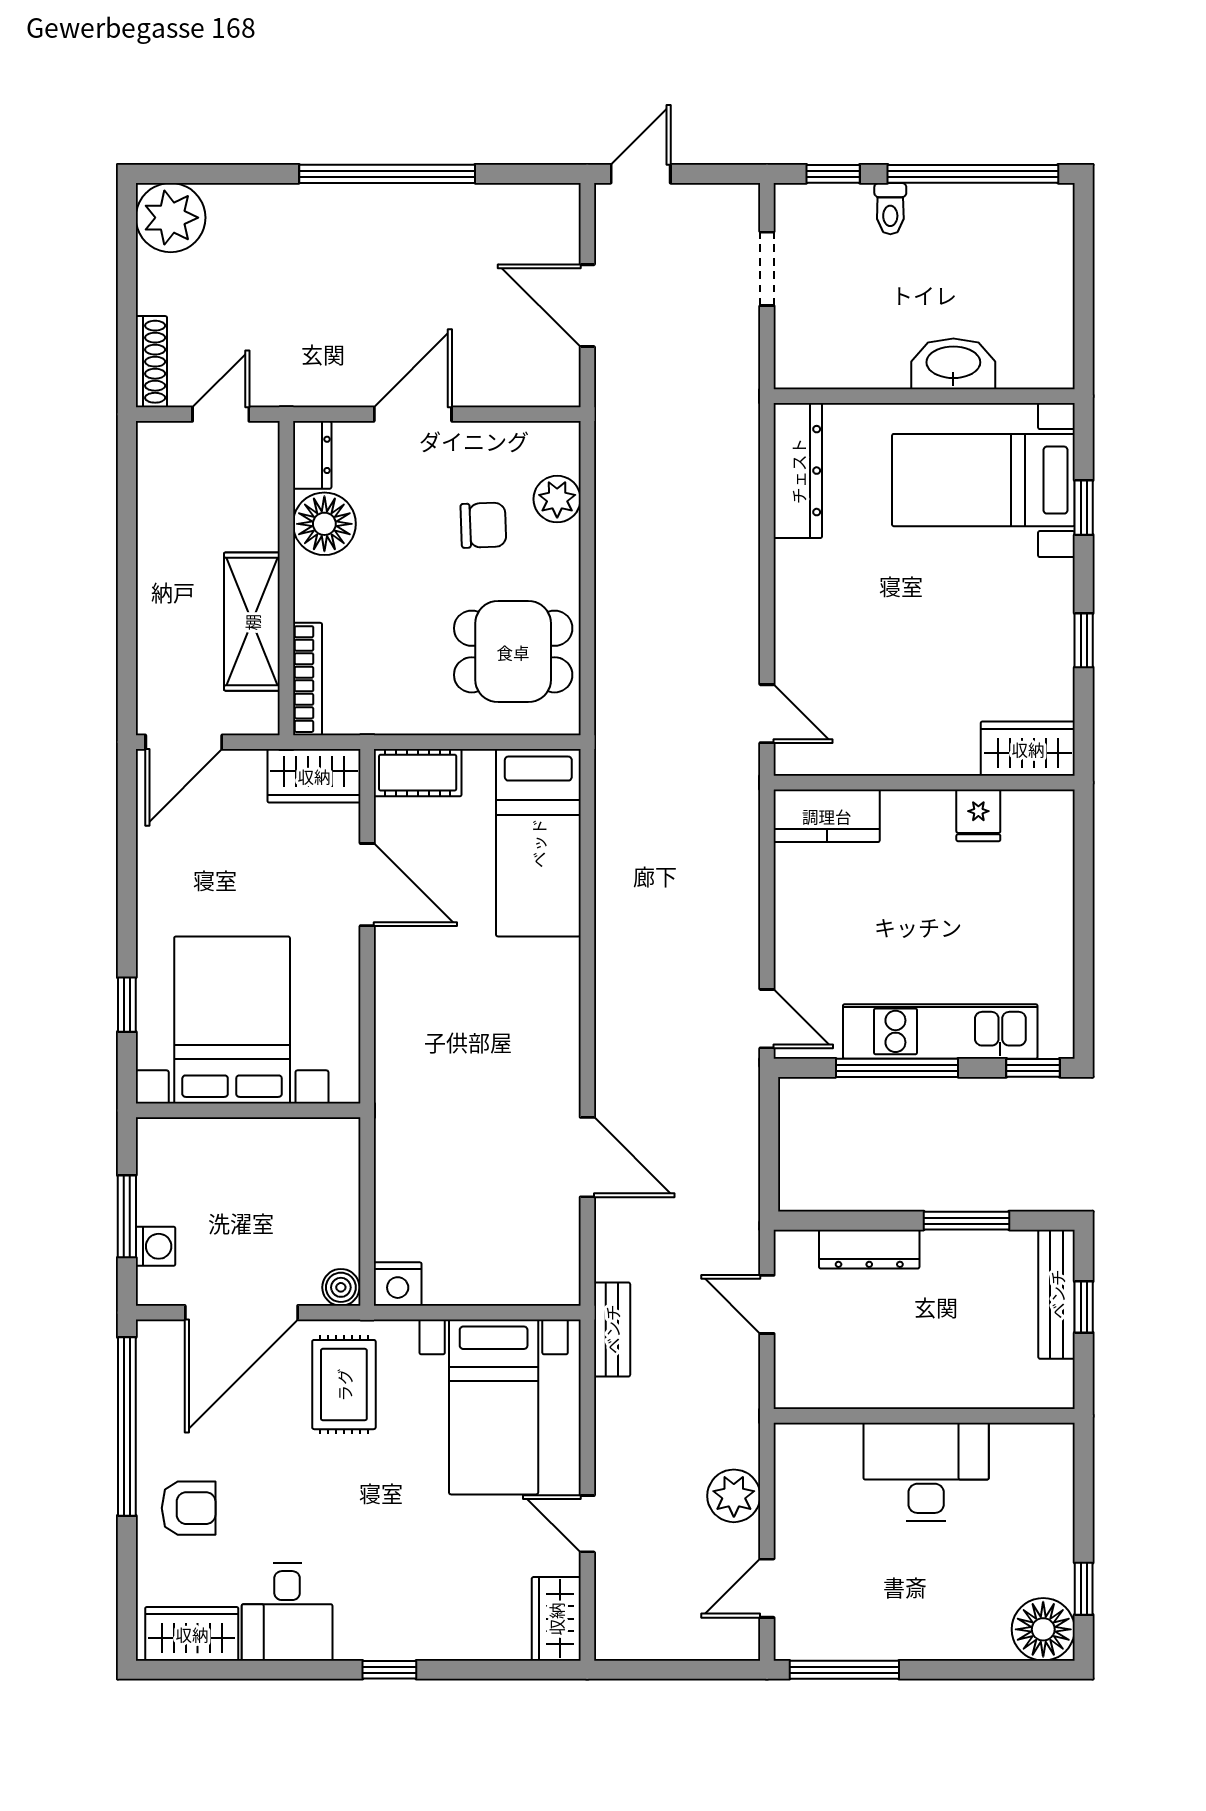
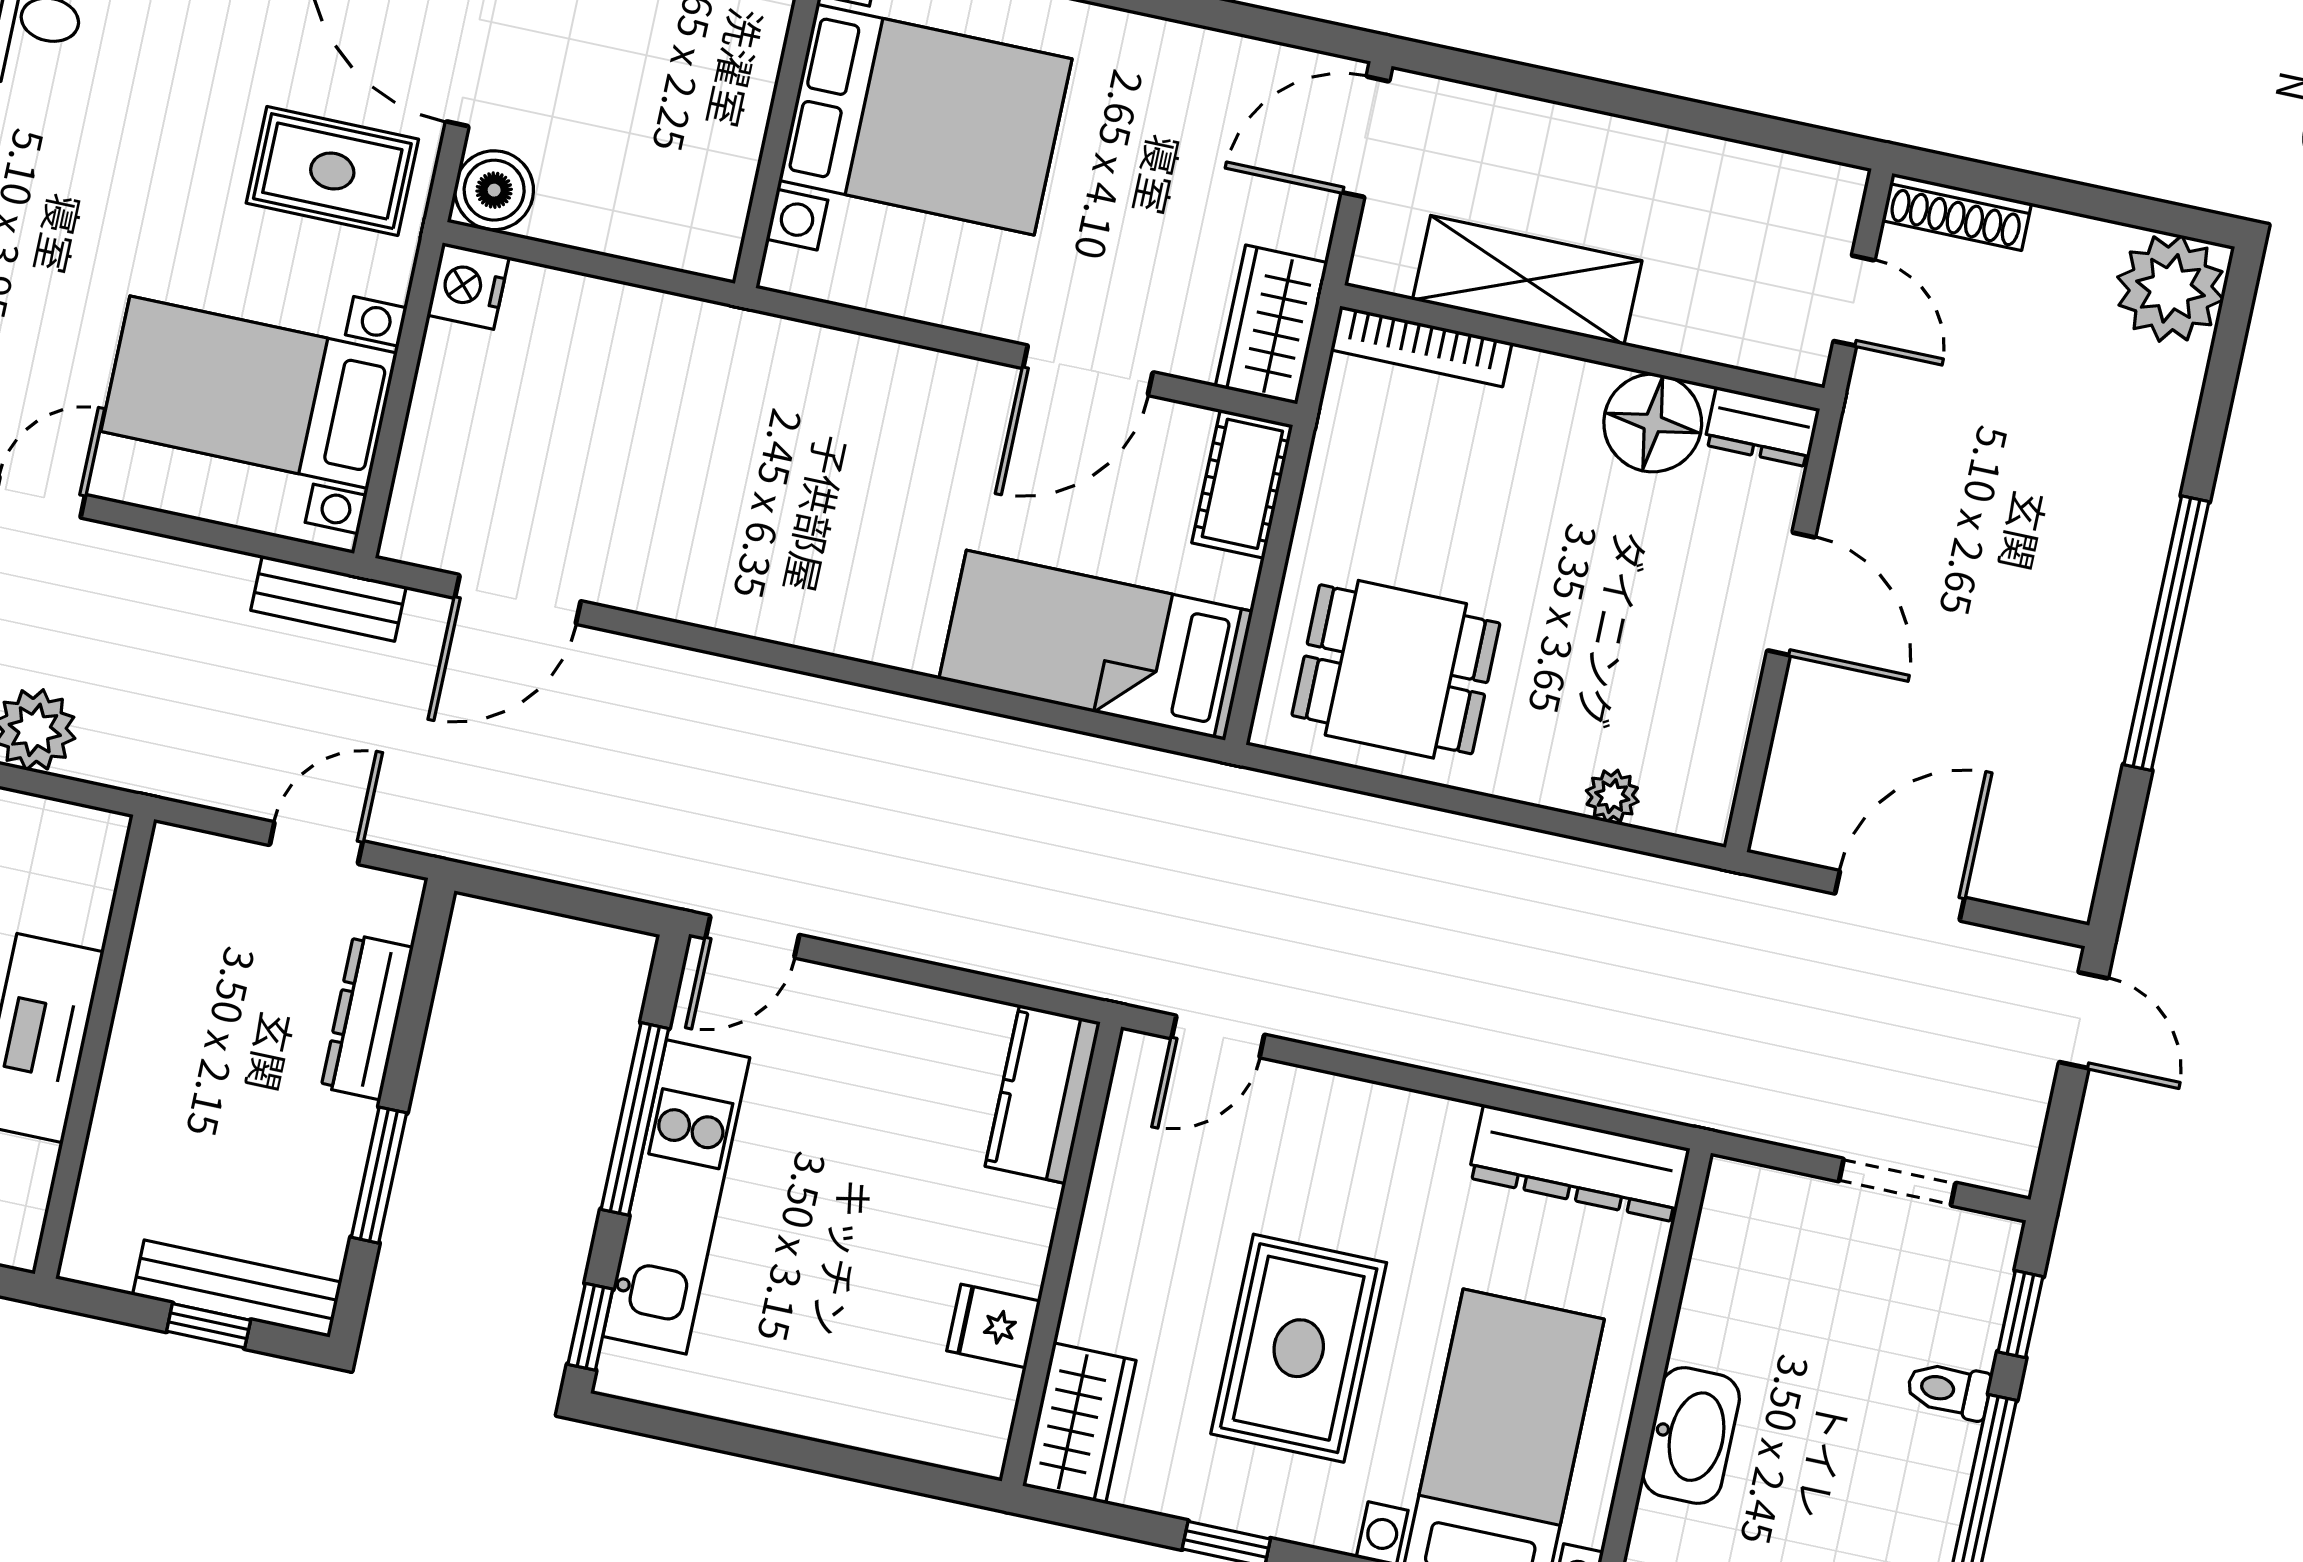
plant: (557, 499) -> (1612, 796), width x0.73, depth x0.73
chair: (483, 525) -> (1599, 665), removed
rug: (951, 621) -> (1299, 1348), added
dining table: (513, 652) -> (1396, 669), turned 90
door: (184, 742) -> (1365, 137), hinge flipped
door: (587, 1157) -> (518, 599), moved
boiler: (341, 1287) -> (494, 190), width x1.36, depth x1.36

